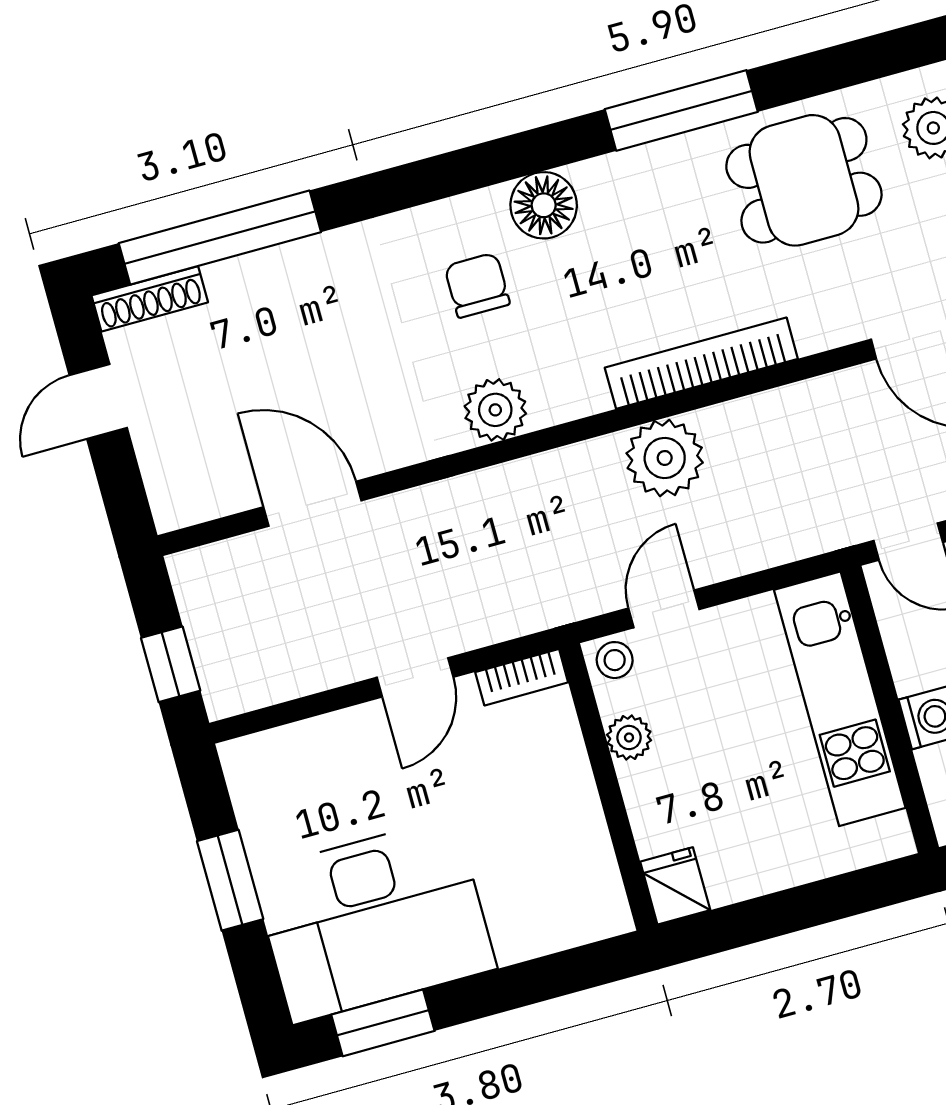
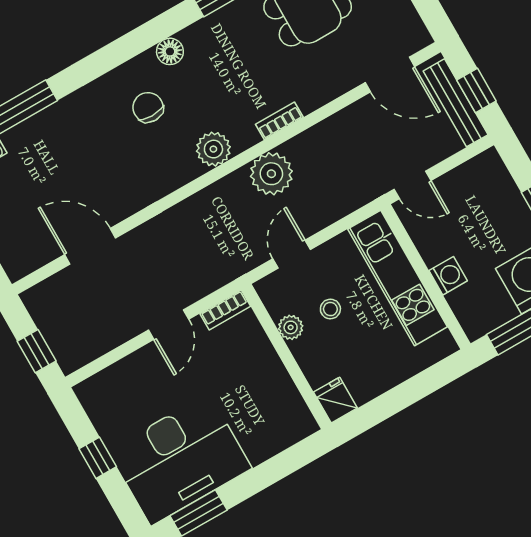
floor lamp: (544, 205) -> (170, 51), width x0.73, depth x0.73
bookcase: (701, 363) -> (279, 121), width x0.43, depth x0.76
plant: (495, 410) -> (213, 149), moved
stool: (615, 660) -> (330, 309), moved
window: (230, 880) -> (98, 458), width x0.67

